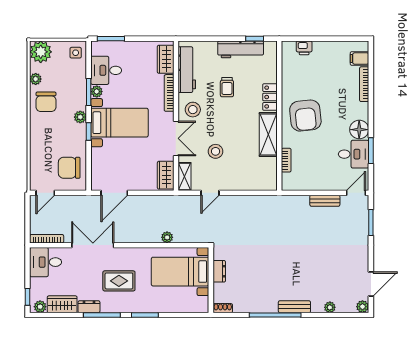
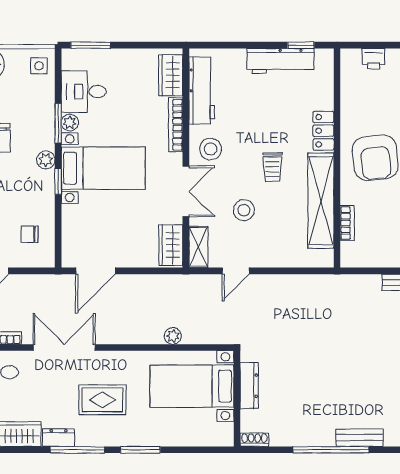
trolley: (227, 87) -> (272, 167), moved
shelving: (268, 134) -> (321, 201), width x1.47
chair: (69, 168) -> (30, 234), width x0.54, depth x0.54
dresser: (219, 271) -> (249, 386), width x1.44

